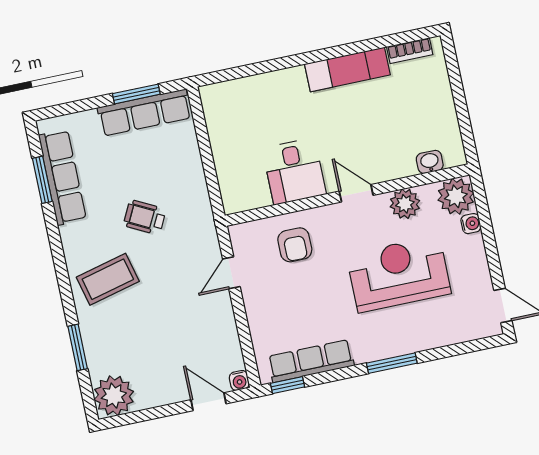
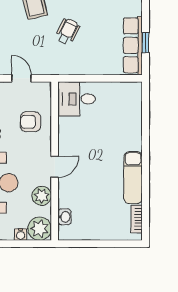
window: (136, 94) -> (146, 43), width x0.67
desk: (294, 171) -> (77, 99), moved

